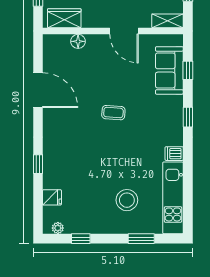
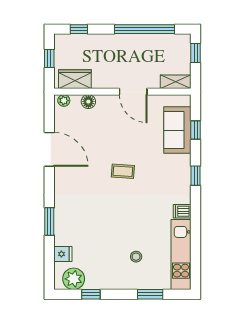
plant: (53, 40) -> (64, 101), added
window: (38, 164) -> (49, 222), width x1.50
stool: (127, 200) -> (136, 257), width x0.53, depth x0.53
plant: (58, 228) -> (74, 279), width x1.88, depth x1.88

